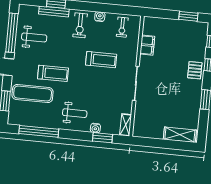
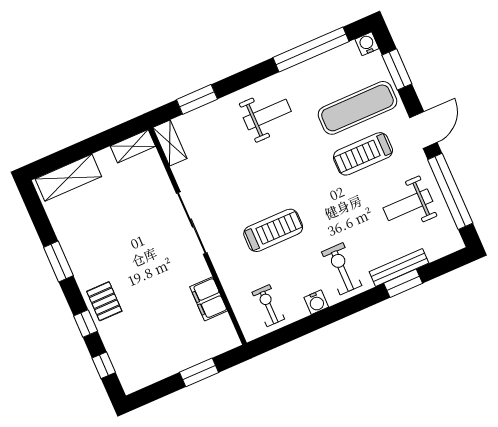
window: (188, 16) -> (199, 372), moved
treadmill: (101, 60) -> (273, 230), turned 180
treadmill: (53, 73) -> (363, 154), moved
weight bench: (75, 113) -> (267, 115), turned 180
water cooler: (95, 128) -> (367, 44), moved
shelving: (143, 133) -> (133, 146), added

